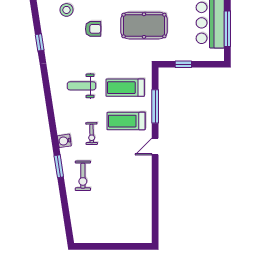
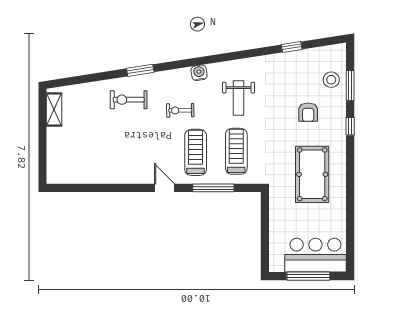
window: (183, 64) -> (265, 223), removed
weight bench: (81, 86) -> (238, 98), turned 180
water cooler: (64, 141) -> (199, 73), moved
shelving: (91, 237) -> (54, 110), added

